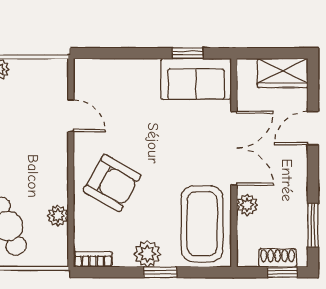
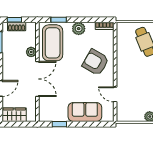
sofa: (196, 79) -> (85, 112), moved
double door: (234, 148) -> (37, 79), swing flipped
plant: (58, 216) -> (121, 47), removed
window: (160, 272) -> (59, 20), moved

